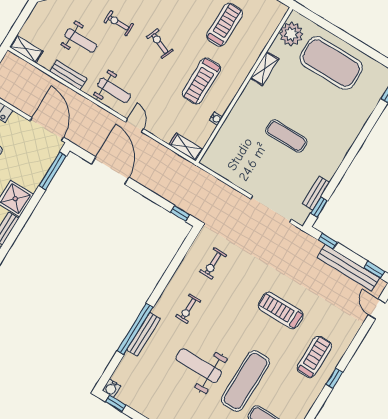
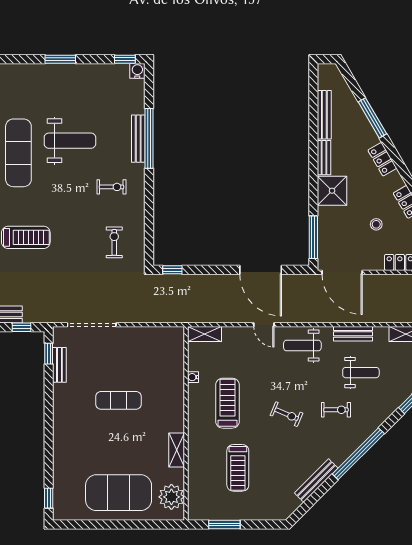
weight bench: (81, 40) -> (361, 373), turned 180
exercise bike: (188, 309) -> (112, 187), turned 90

